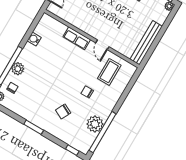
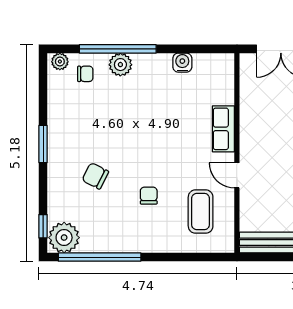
door: (102, 45) -> (237, 175), hinge flipped
coffee table: (109, 72) -> (201, 212), turned 90
plant: (95, 124) -> (64, 238), moved

